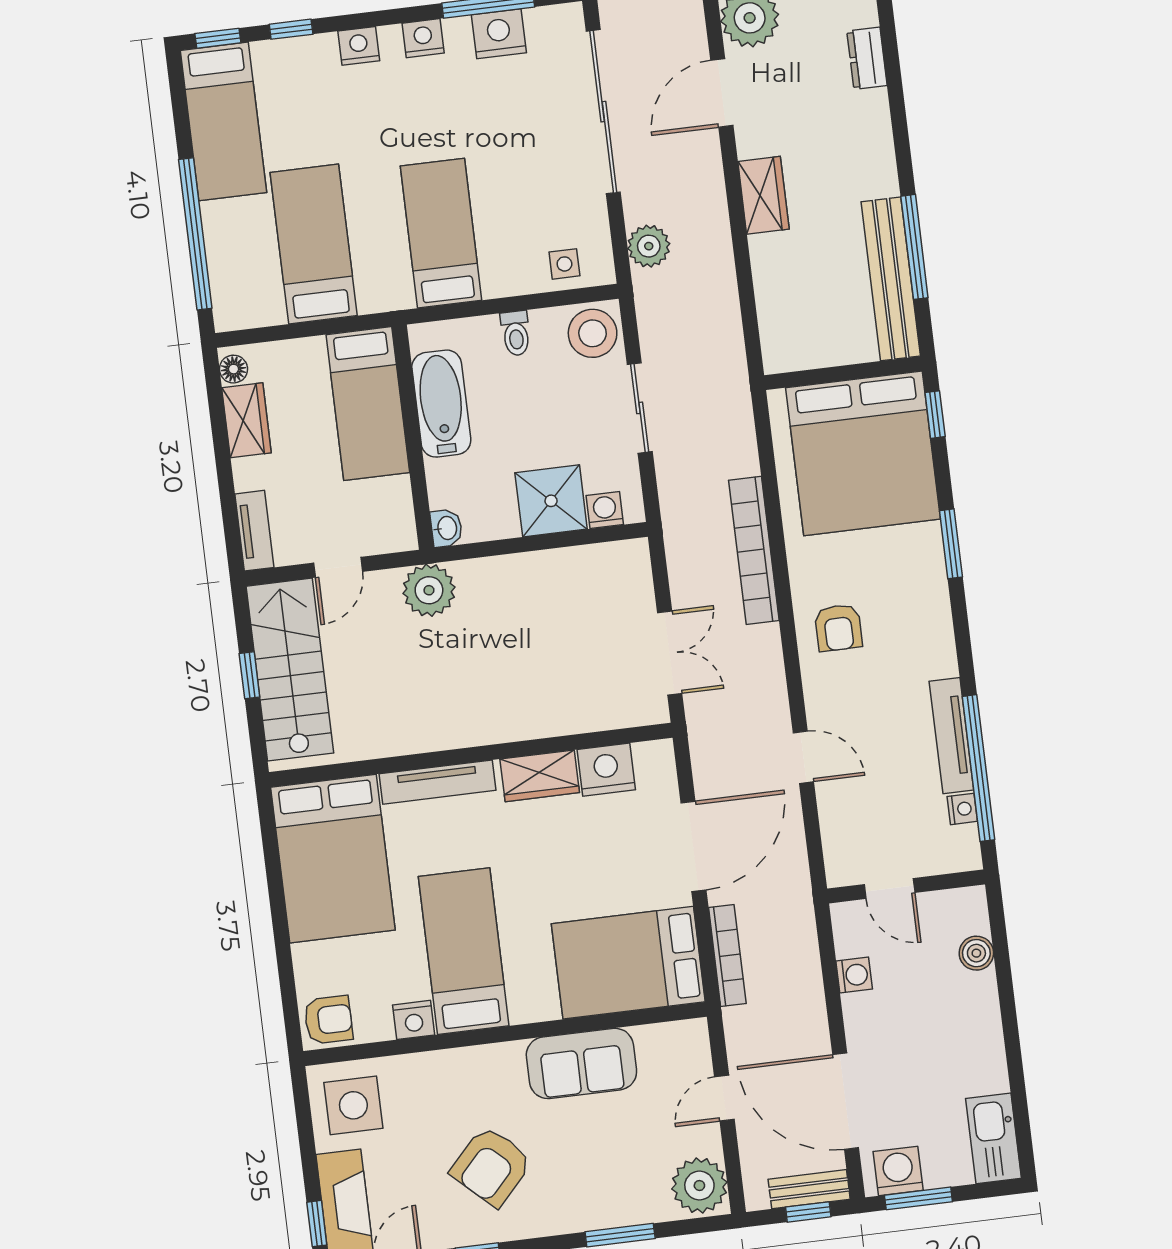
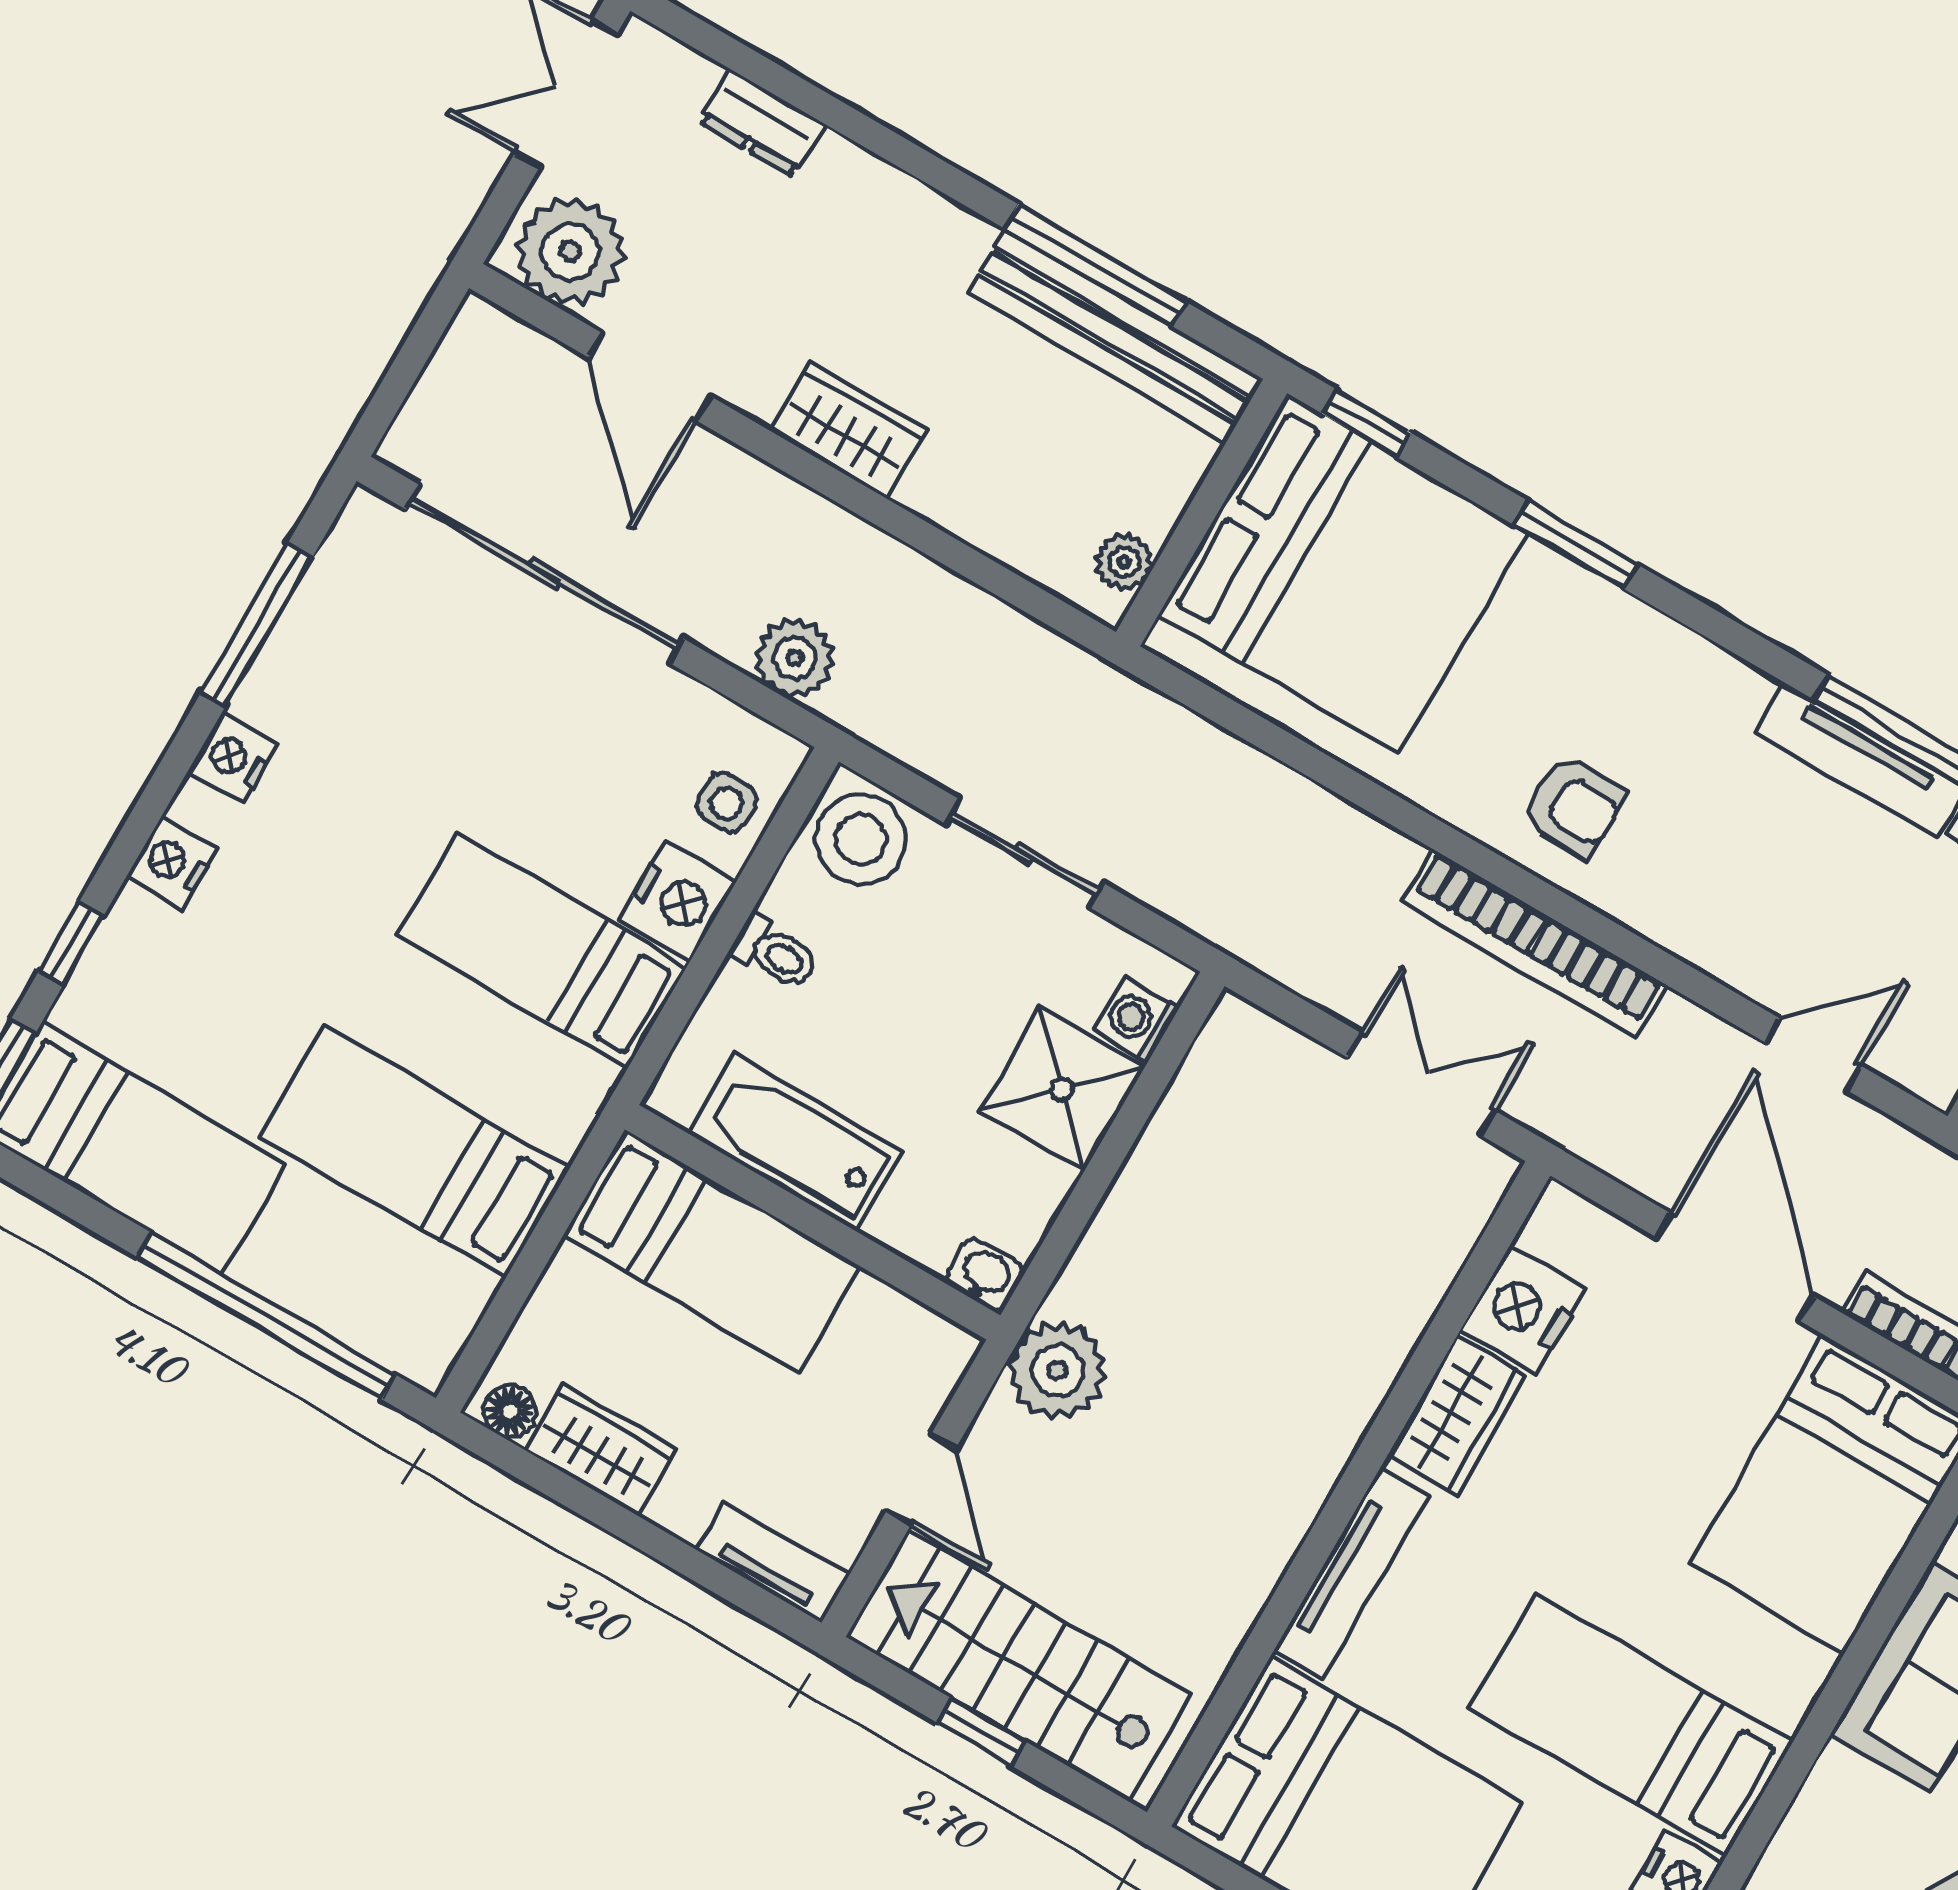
nightstand: (499, 34) -> (678, 901), moved, turned 180
plant: (797, 356) -> (1124, 562), added
bookcase: (754, 550) -> (1534, 943), moved
door: (803, 757) -> (1813, 1054), moved

